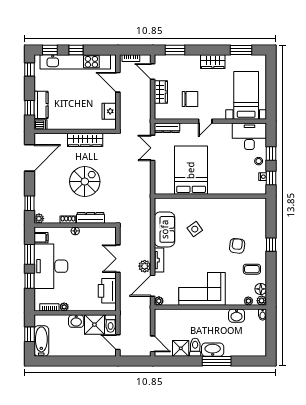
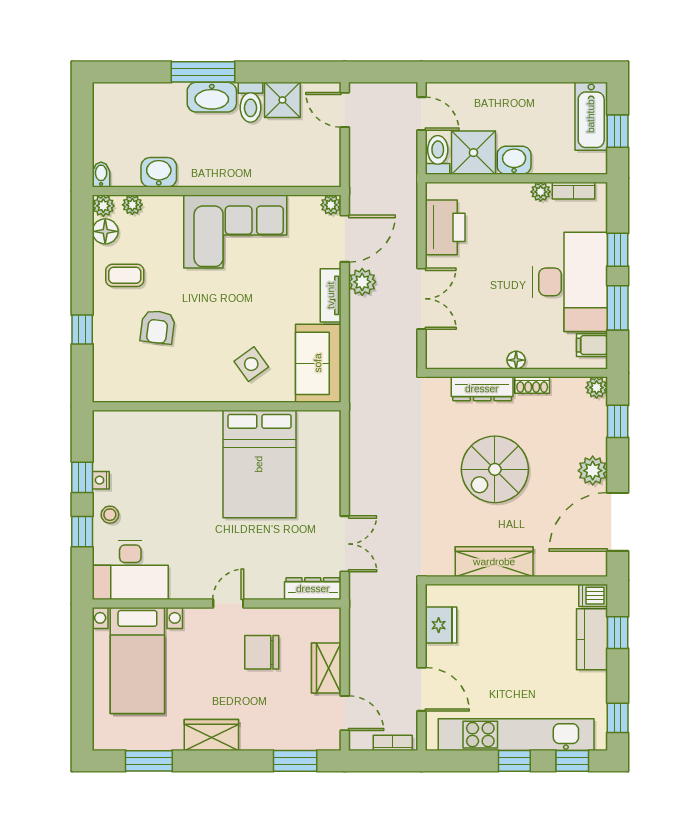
bed: (191, 170) -> (259, 464), moved
plant: (41, 181) -> (593, 471), added
wall: (210, 196) -> (217, 406), moved

